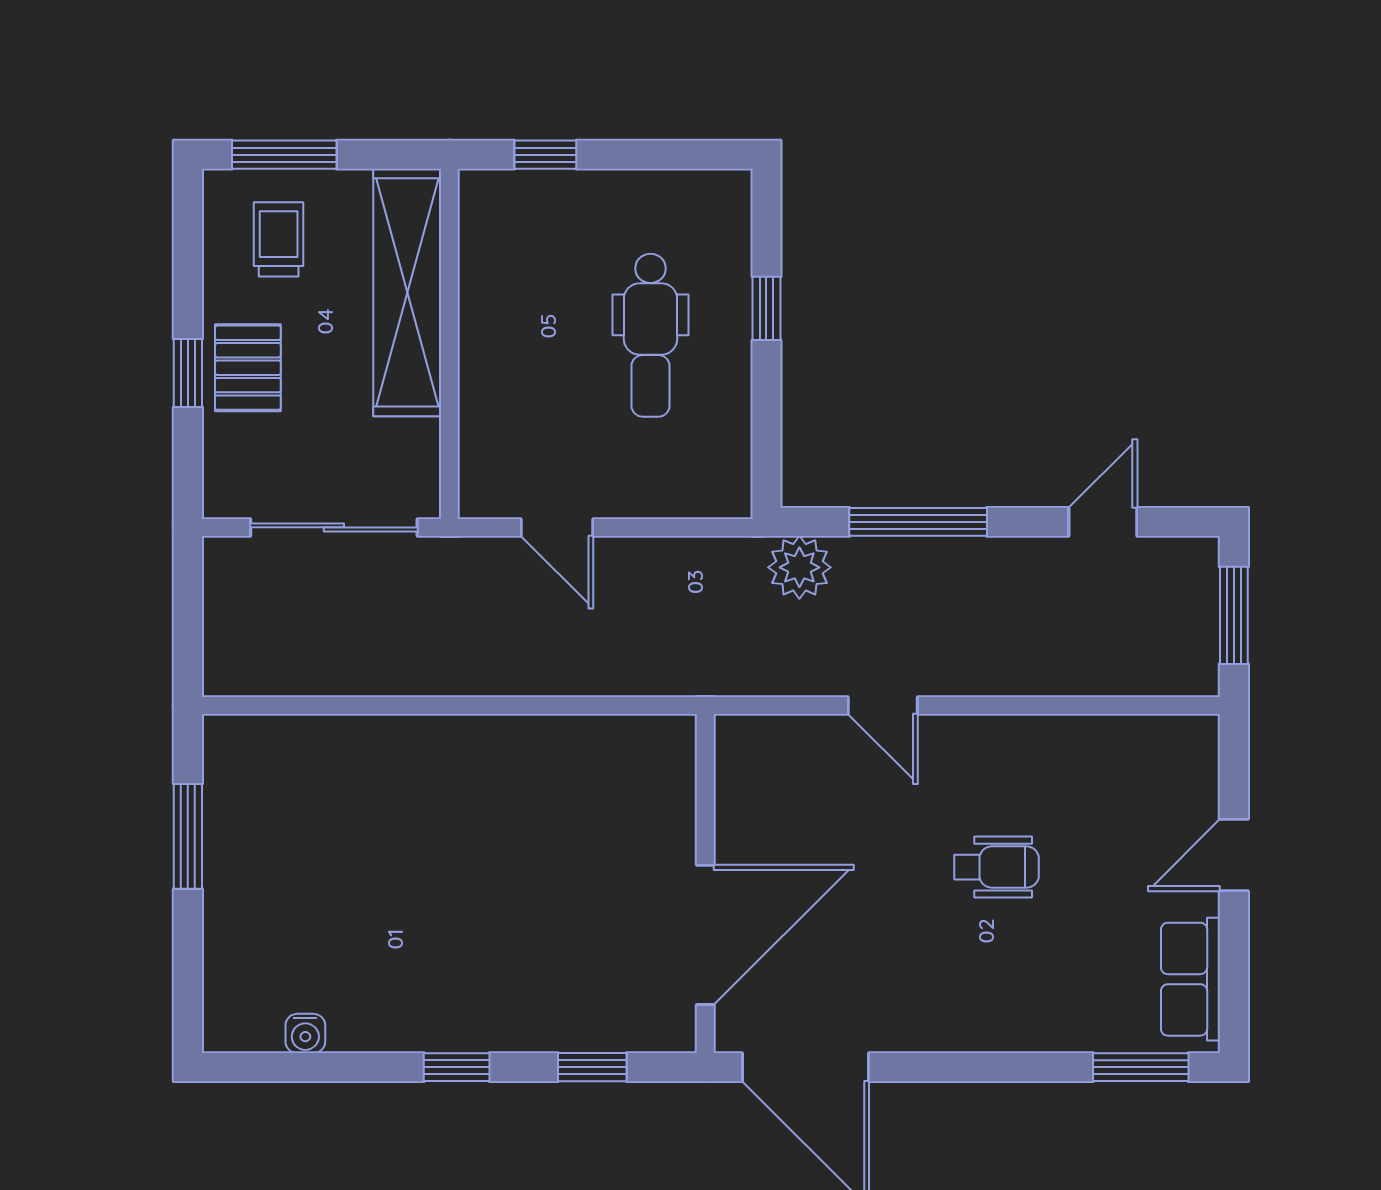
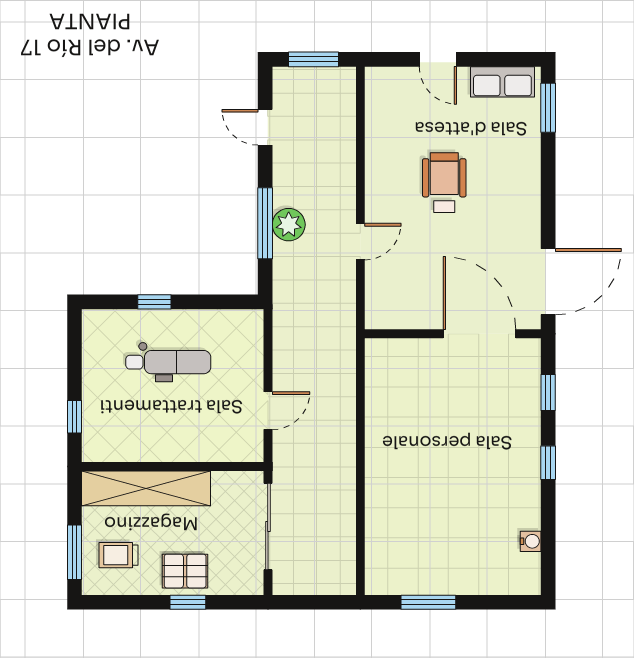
plant: (799, 567) -> (289, 225), moved
wheelchair: (996, 867) -> (444, 183), width x1.36, depth x1.37

